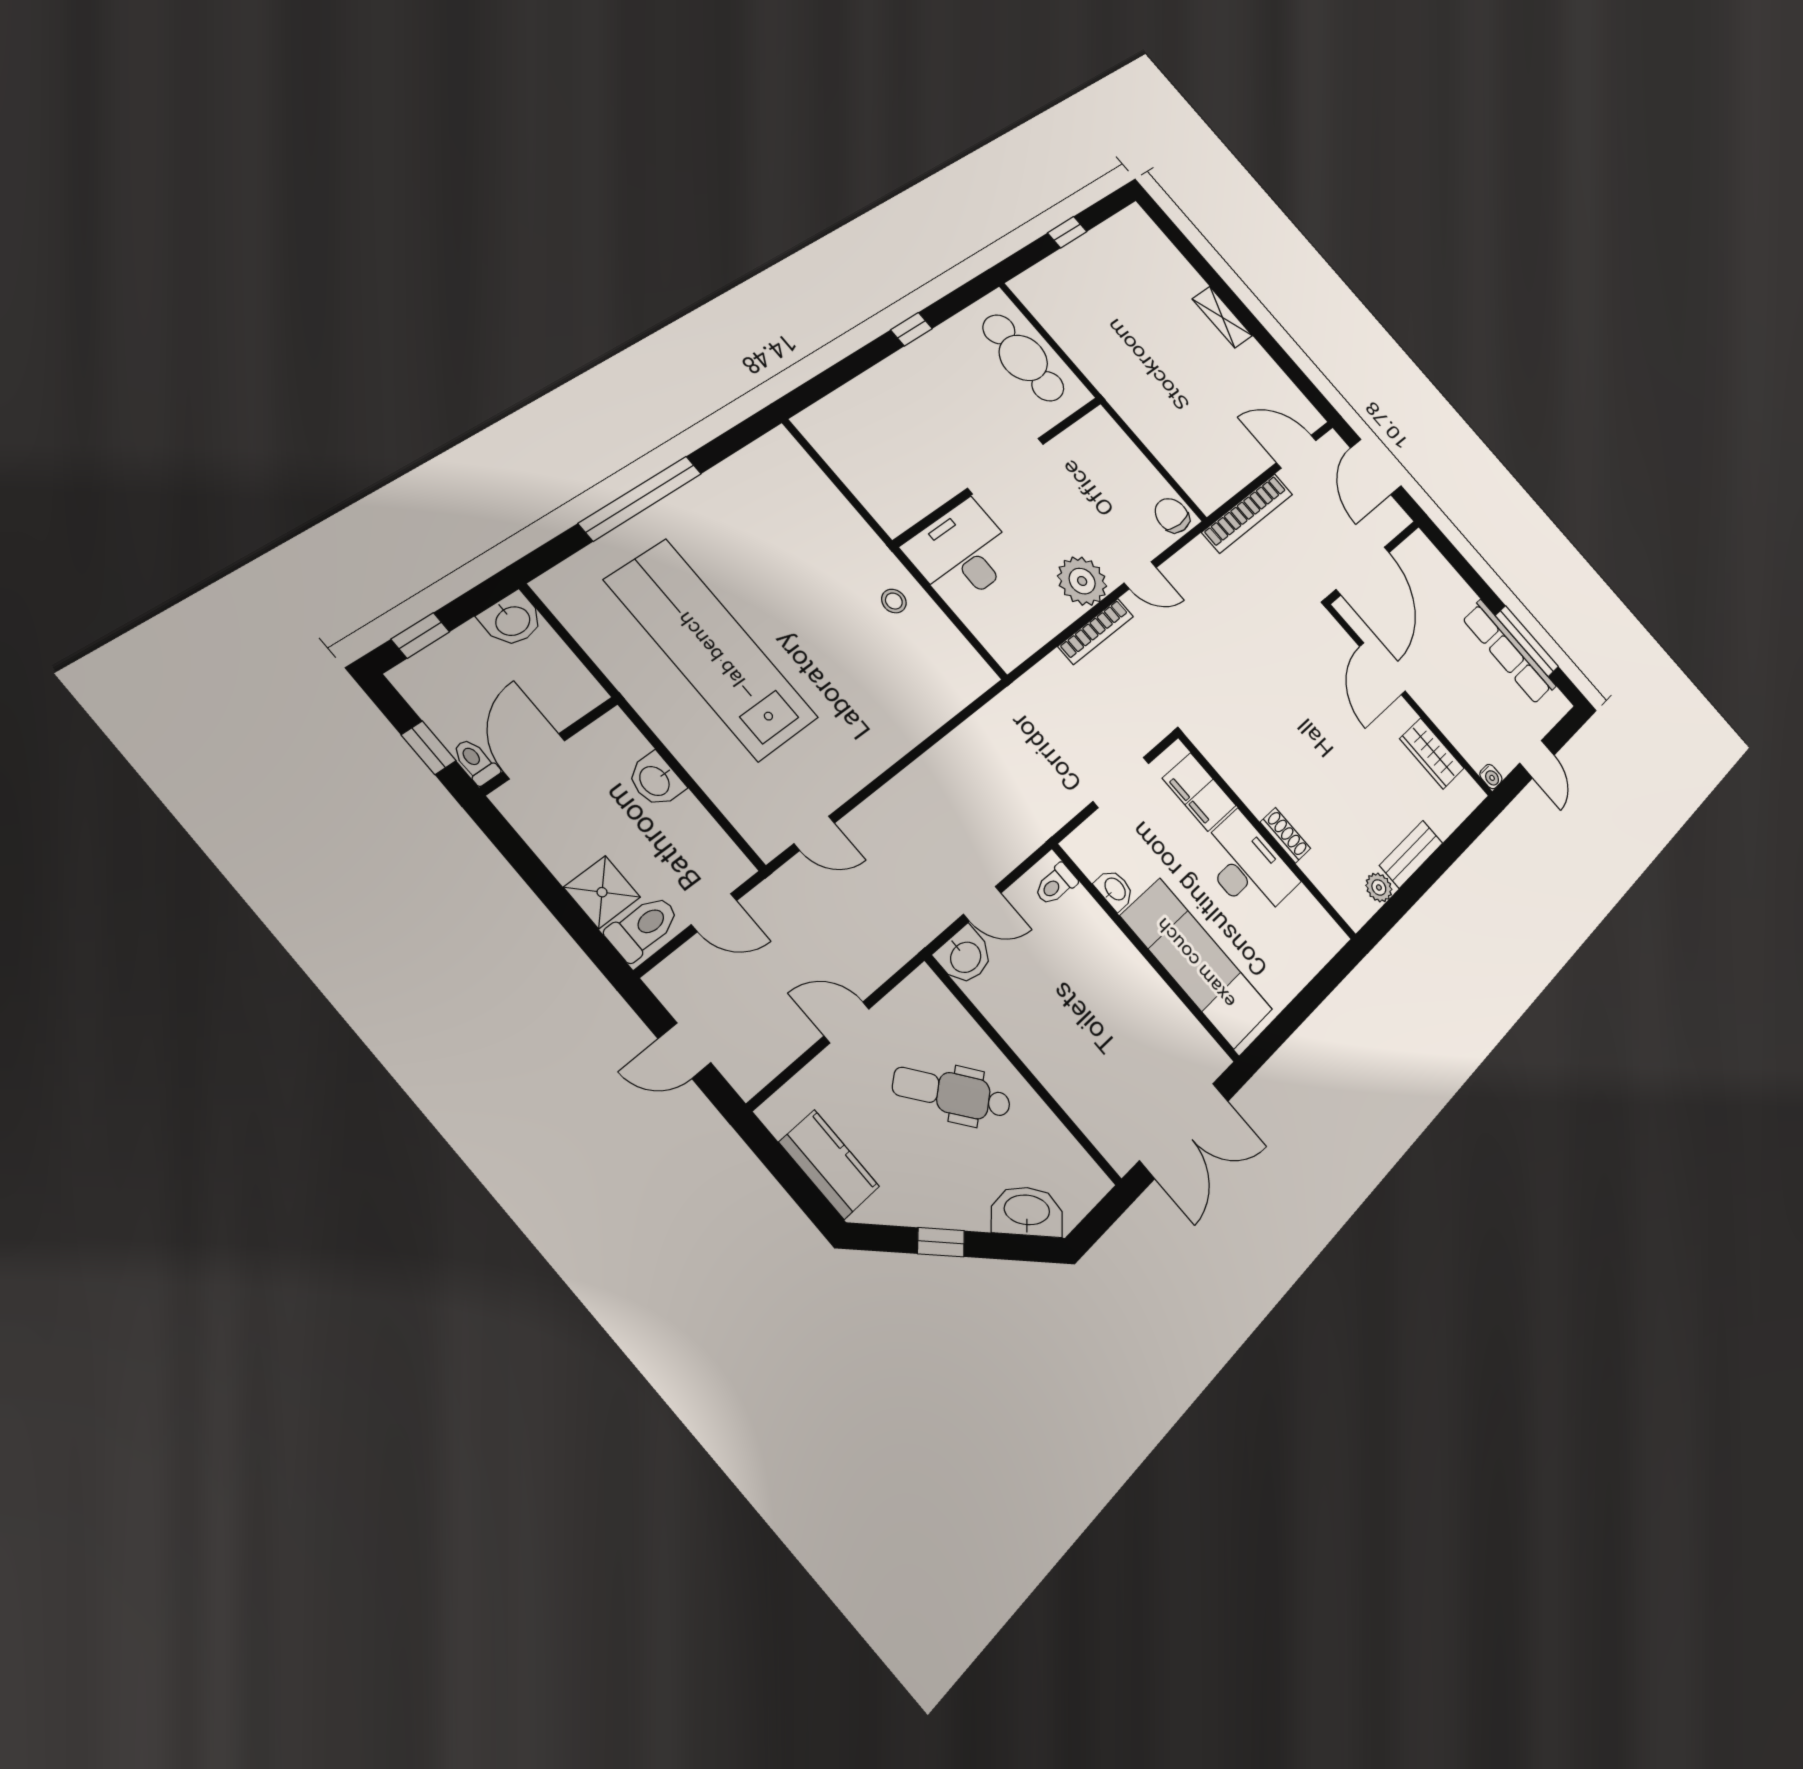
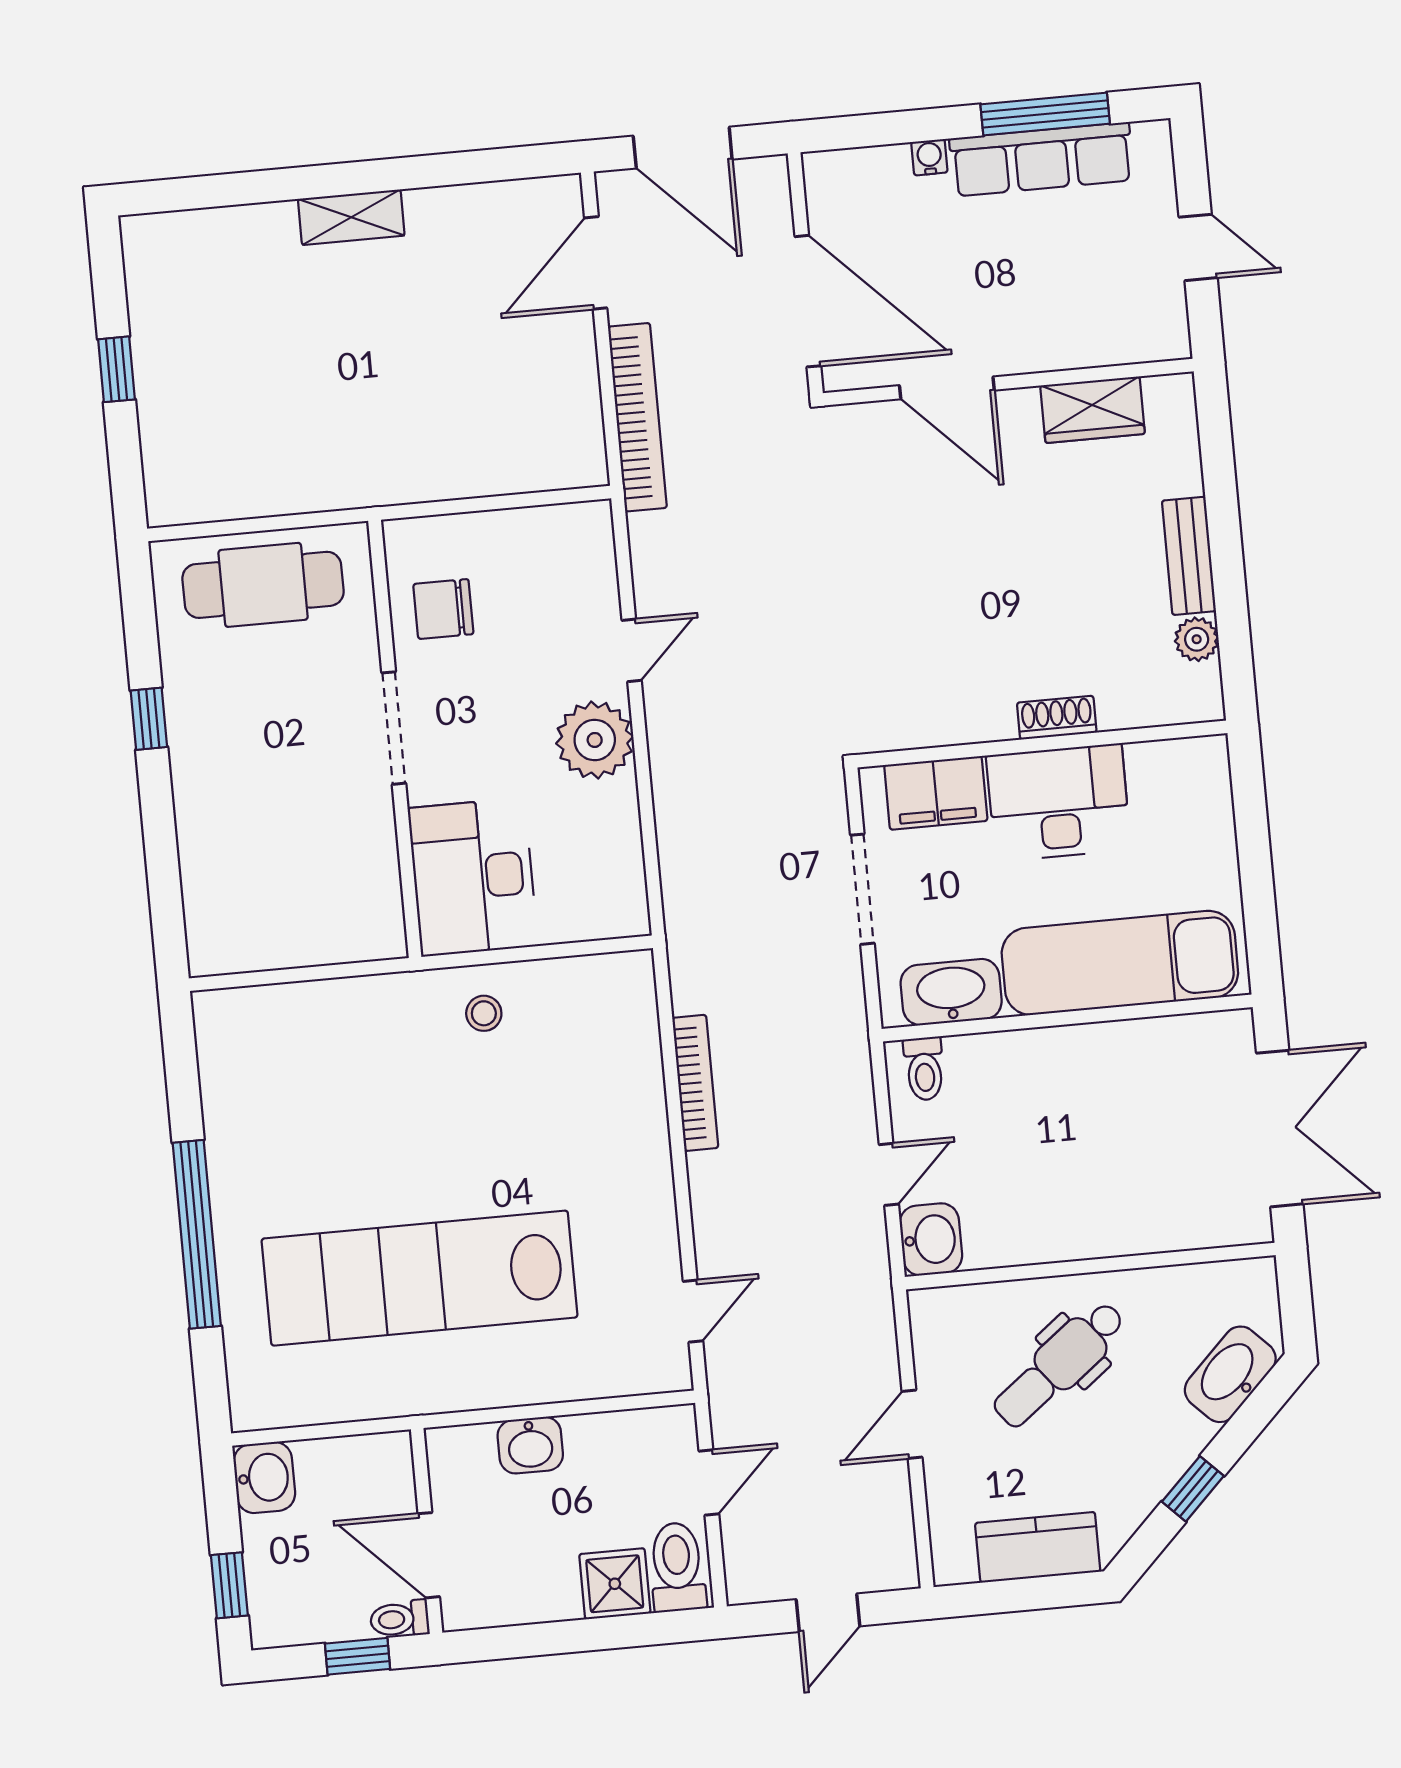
doorway: (1006, 466) -> (394, 728), width x0.73
chair: (1172, 515) -> (443, 609), moved
bookcase: (1096, 631) -> (695, 1083), moved
water cooler: (1491, 777) -> (929, 157), moved, turned -90
washbasin: (1115, 890) -> (951, 992), width x1.91, depth x1.45

